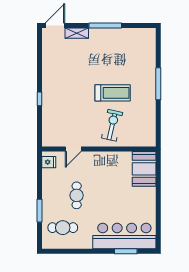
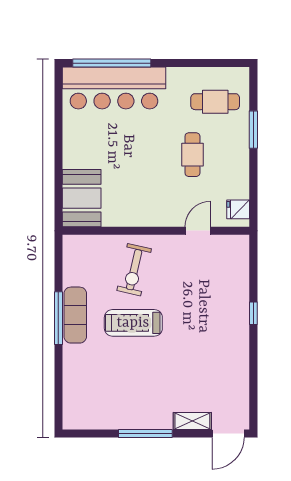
window: (158, 84) -> (58, 318), moved
exercise mat: (148, 98) -> (75, 315), added
window: (126, 251) -> (112, 63), width x2.11

